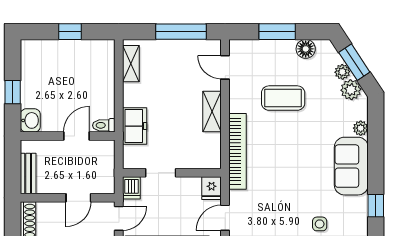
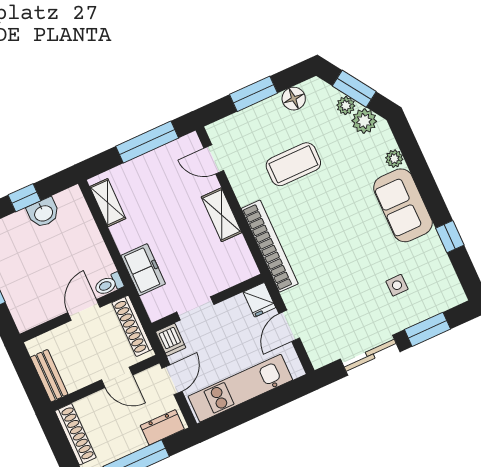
washbasin: (30, 120) -> (43, 213), moved, turned 90
shoe rack: (107, 164) -> (132, 326), added
door: (78, 198) -> (117, 377), hinge flipped

